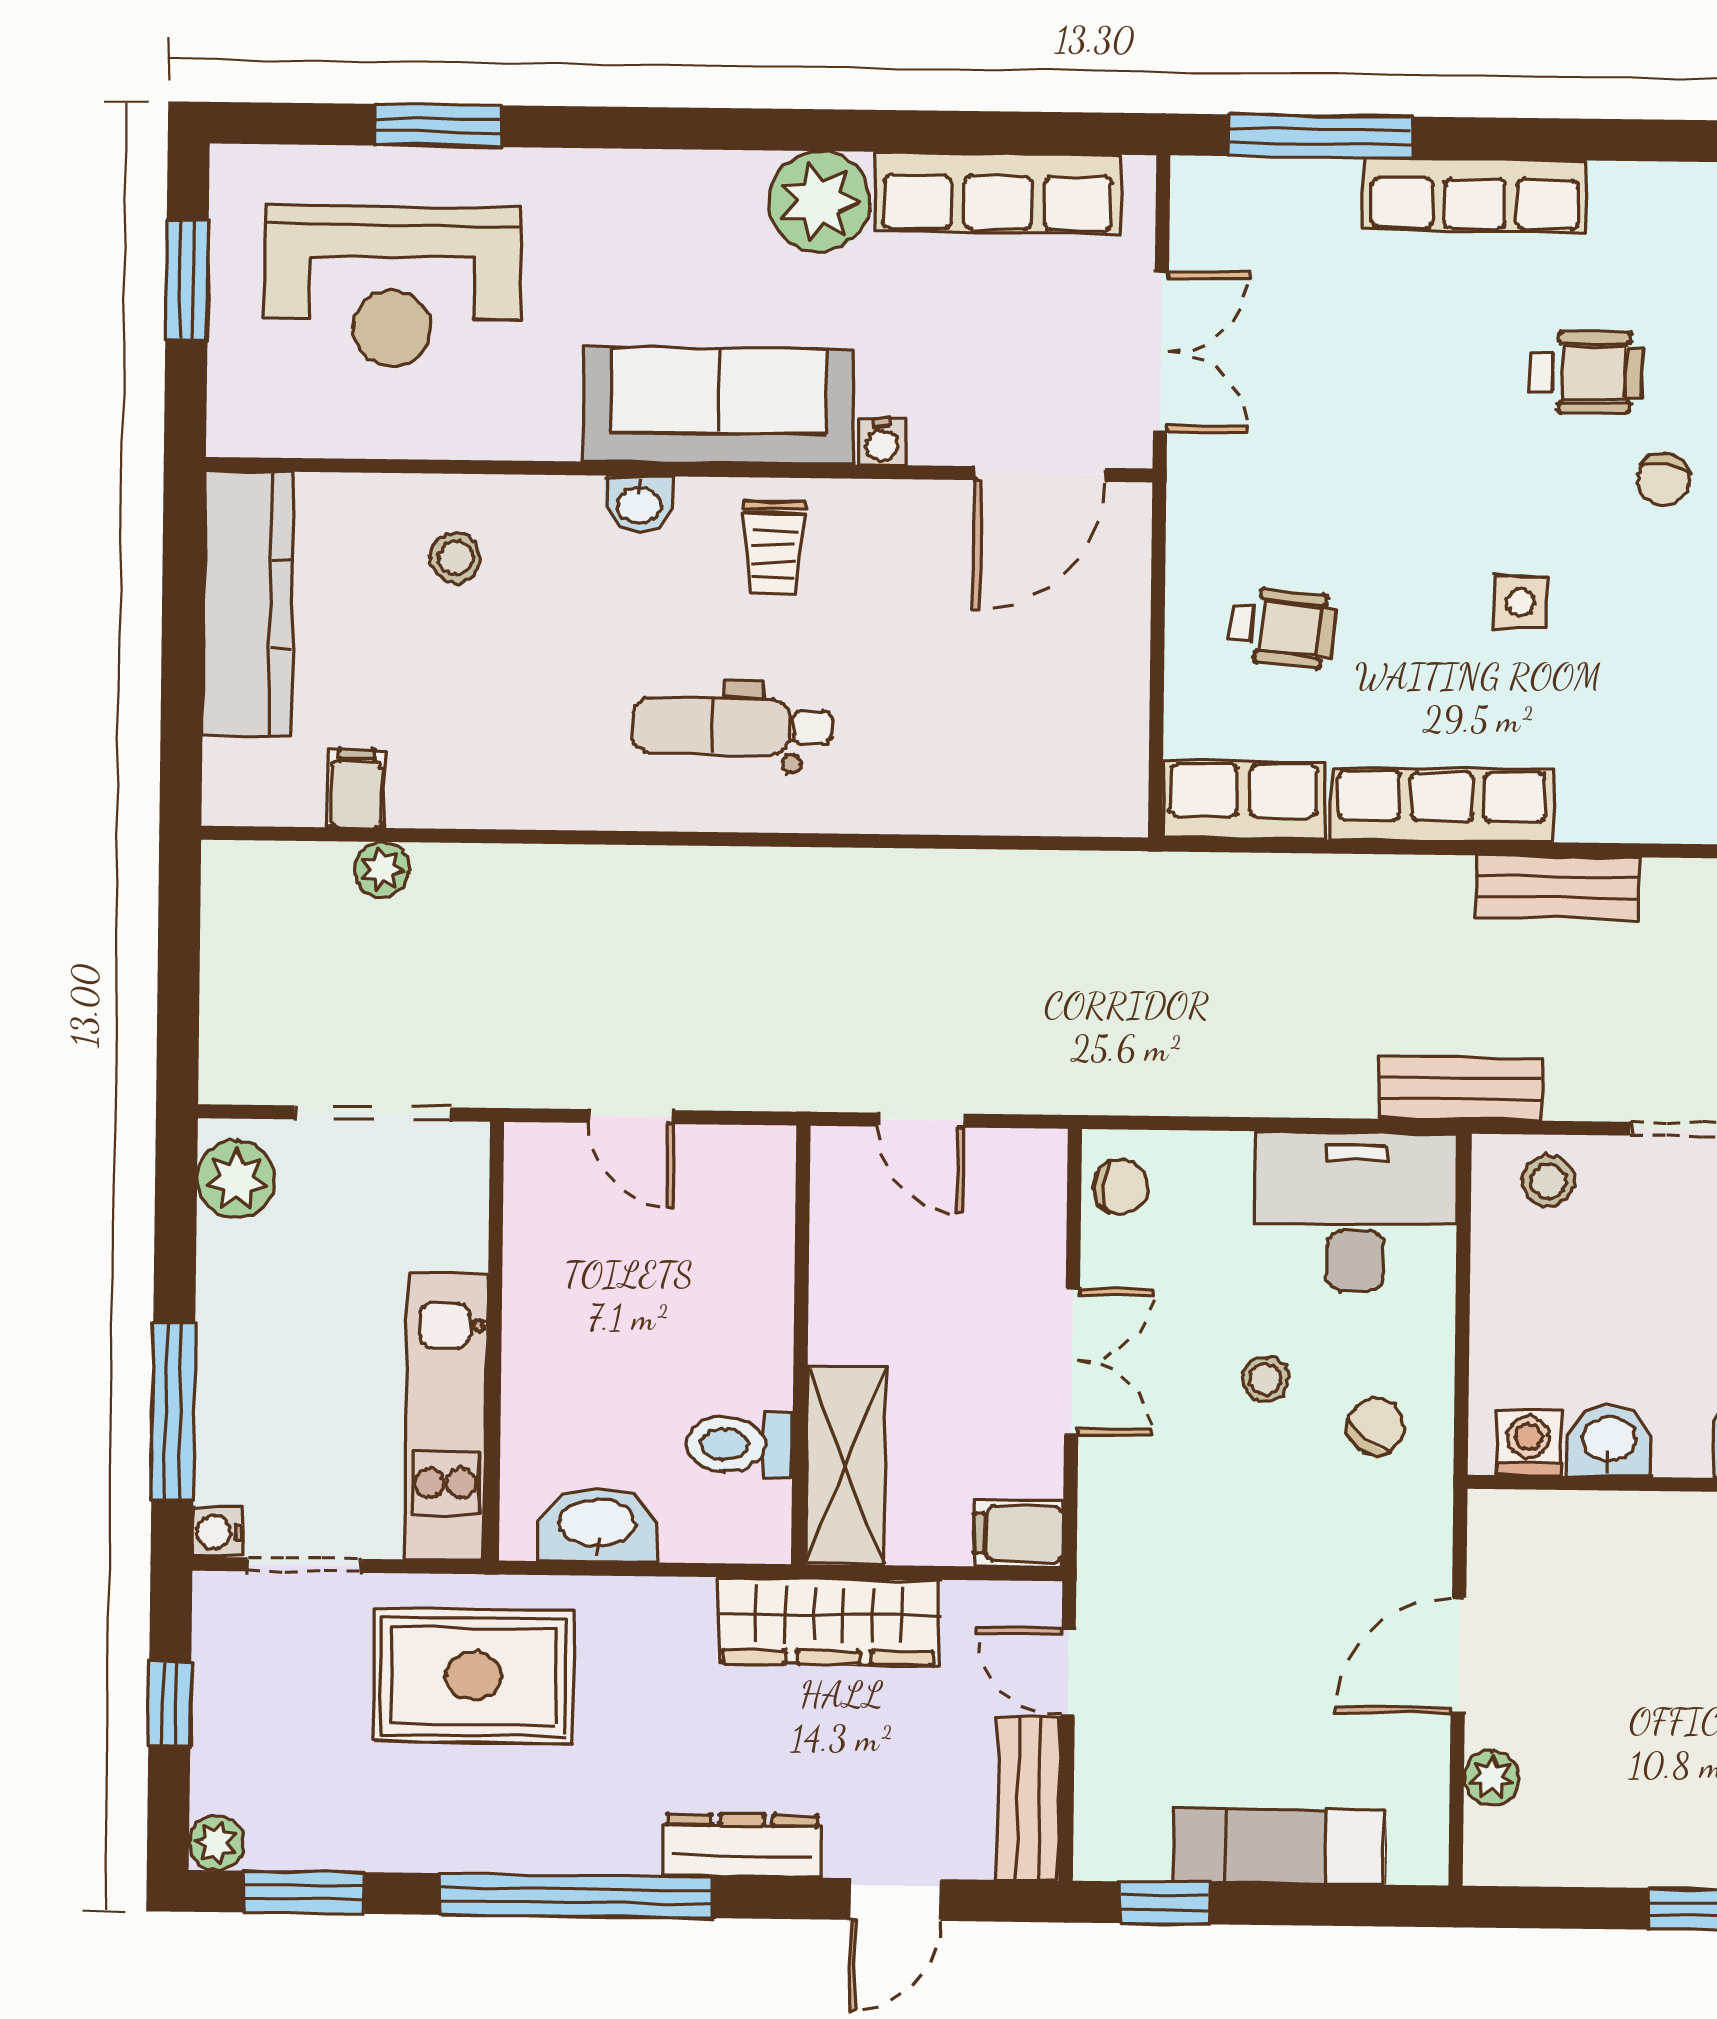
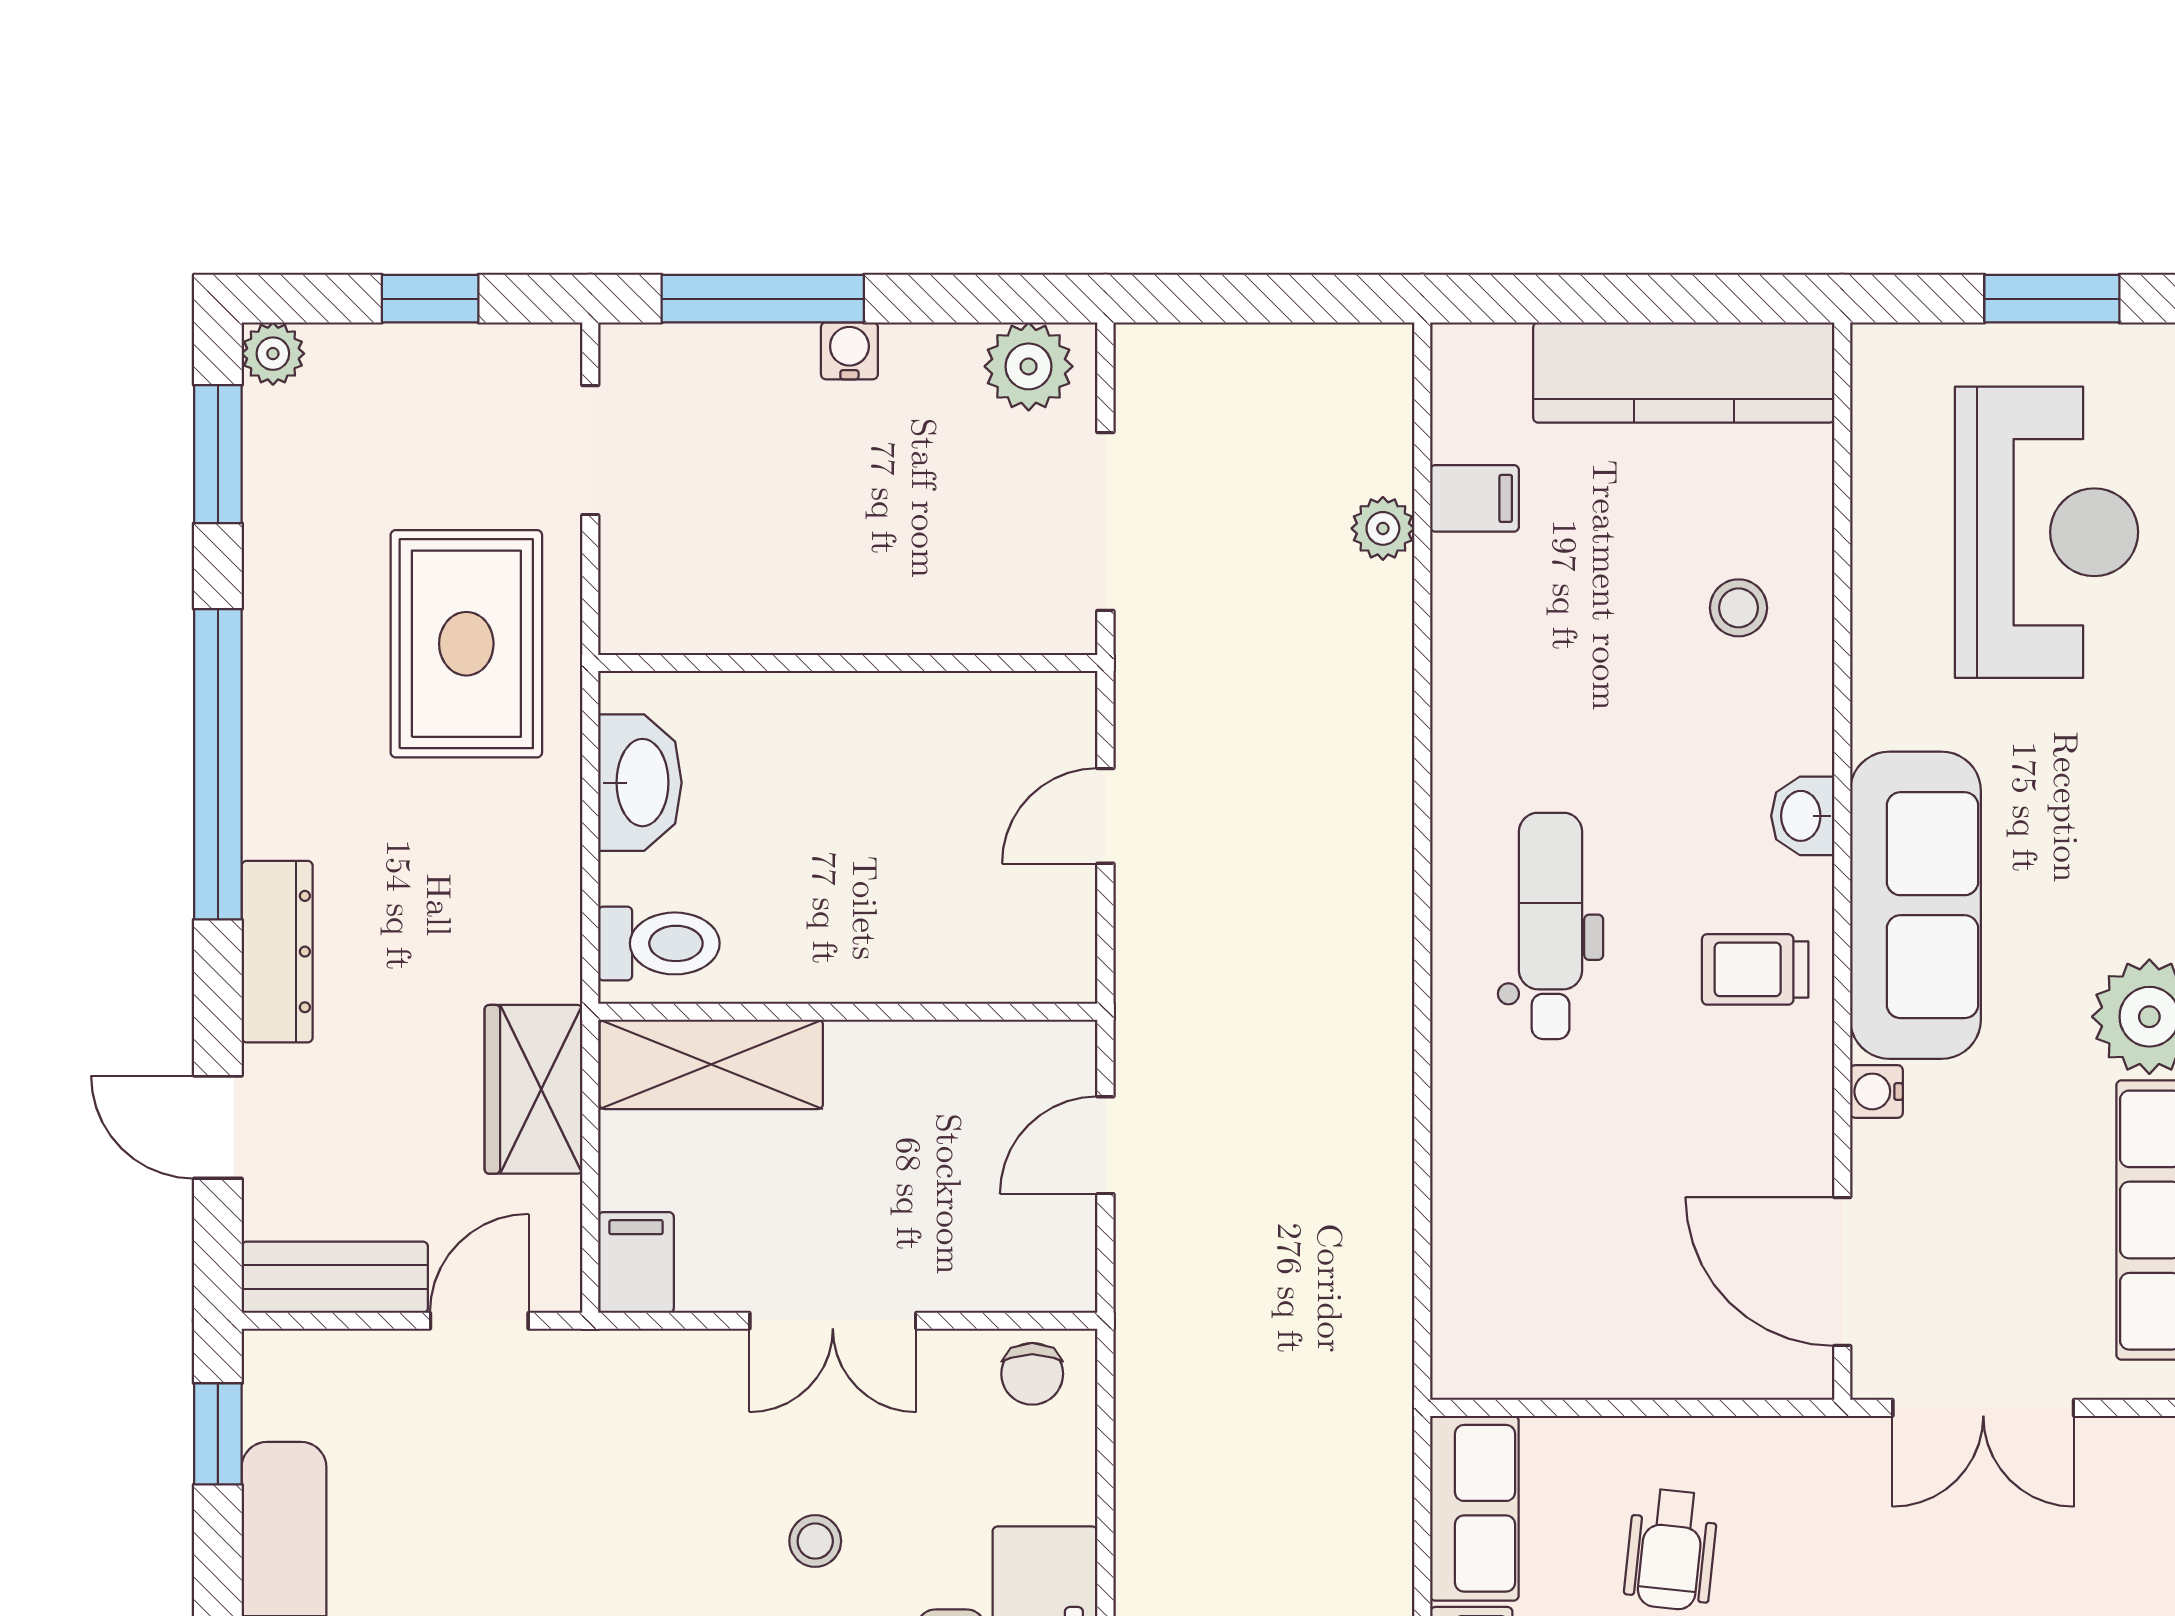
reception desk: (392, 287) -> (2047, 532), turned 180
kitchen unit: (446, 1417) -> (761, 609), removed
toilet: (739, 1445) -> (659, 943), moved, turned 90
water cooler: (218, 1532) -> (849, 351), moved
wardrobe: (828, 1621) -> (533, 1089), width x0.67

